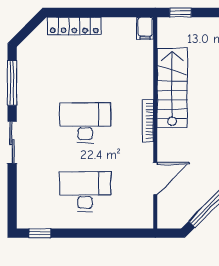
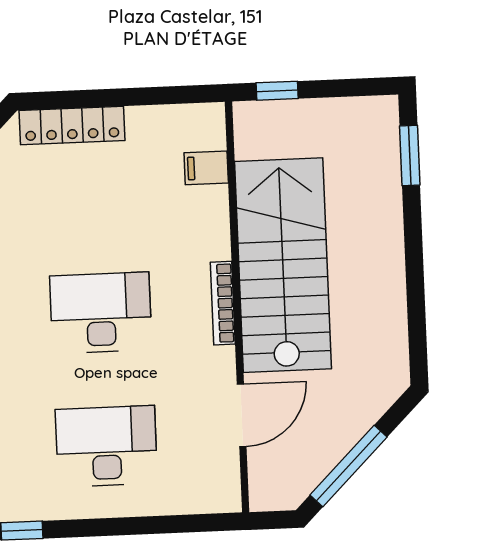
filing cabinet: (145, 28) -> (206, 168), moved, turned 90
stairs: (172, 88) -> (283, 265), width x1.36, depth x1.51

